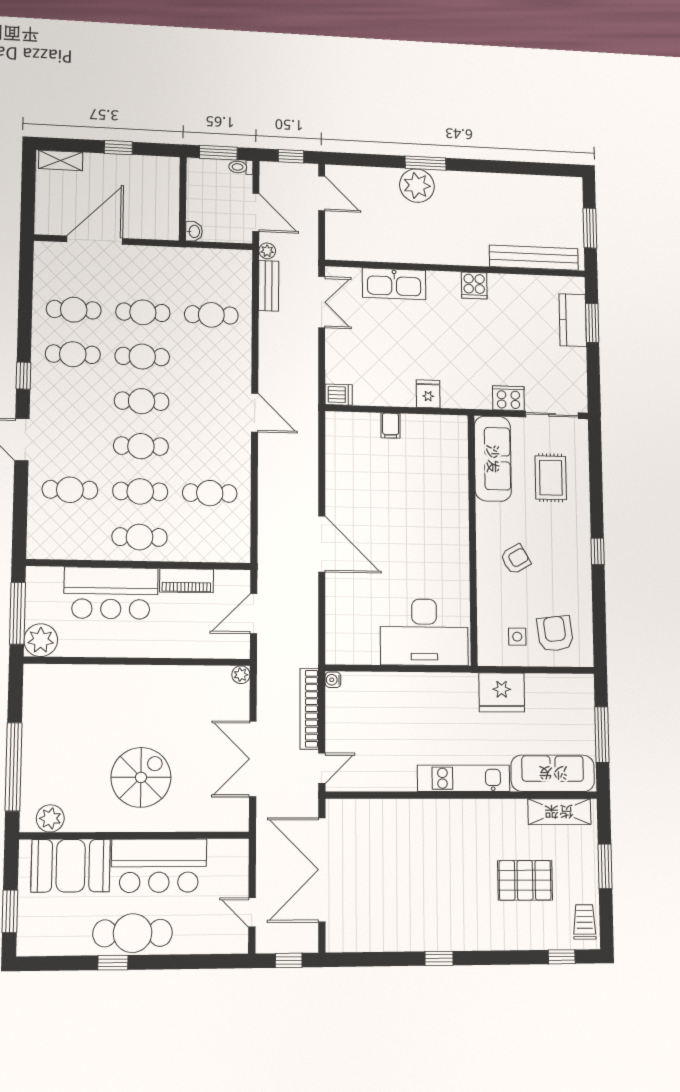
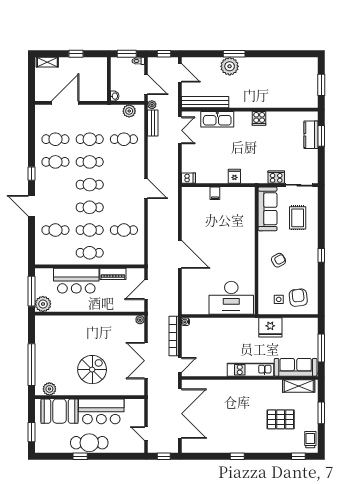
bench: (534, 258) -> (205, 102), moved
plant: (222, 261) -> (129, 111), added
double door: (322, 870) -> (180, 414), swing flipped

